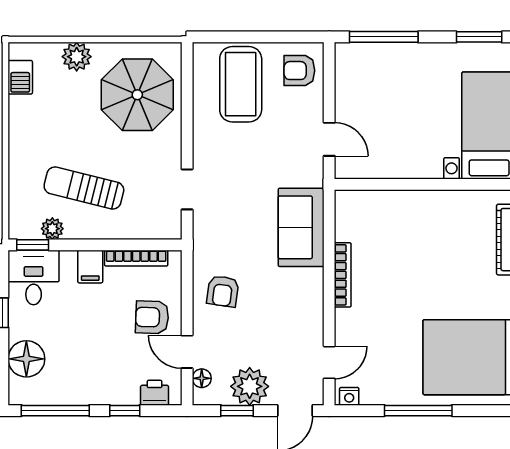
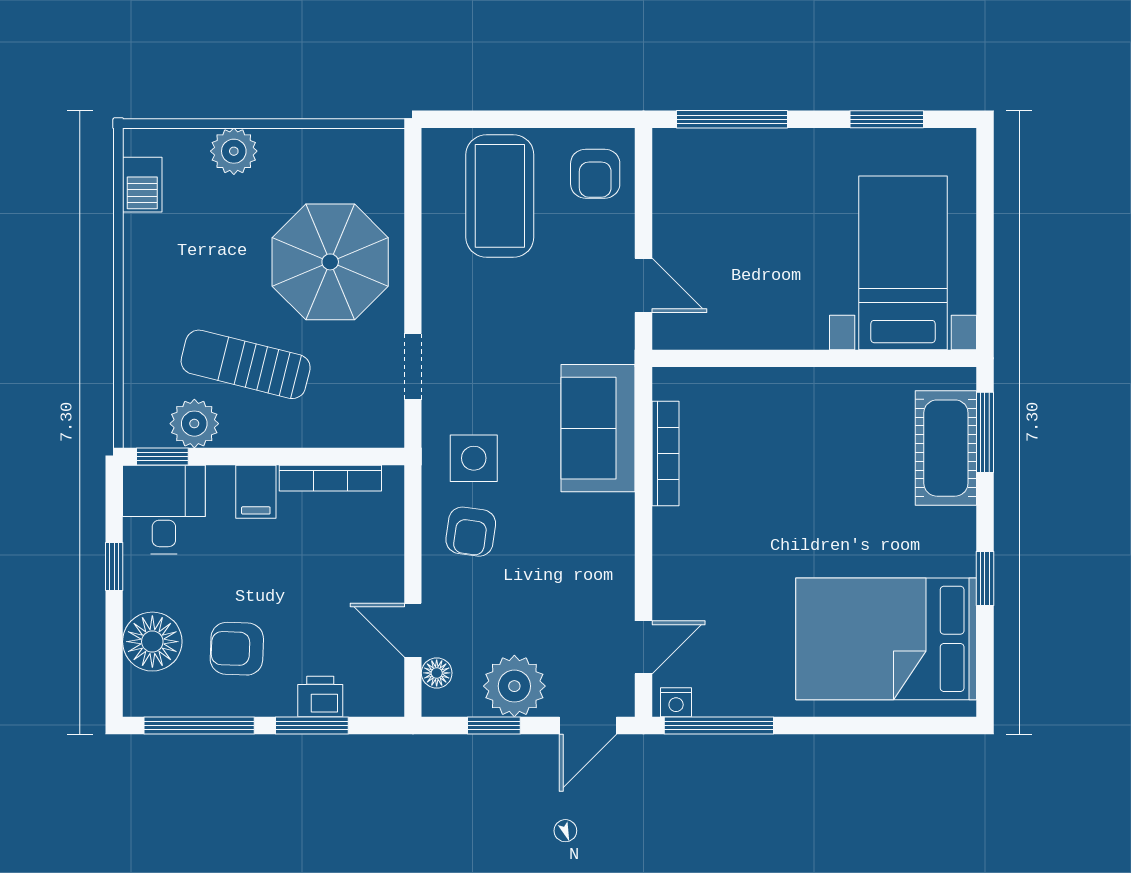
armchair: (299, 71) -> (595, 174), turned -90
parasol: (137, 95) -> (330, 262), moved
plant: (52, 229) -> (194, 424), width x1.38, depth x1.38
side table: (225, 246) -> (474, 458), added
bookcase: (343, 275) -> (665, 453), moved
armchair: (152, 317) -> (237, 649), moved
printer: (155, 393) -> (320, 697), moved
window: (125, 411) -> (312, 725), width x1.50
window: (418, 411) -> (719, 725), moved

